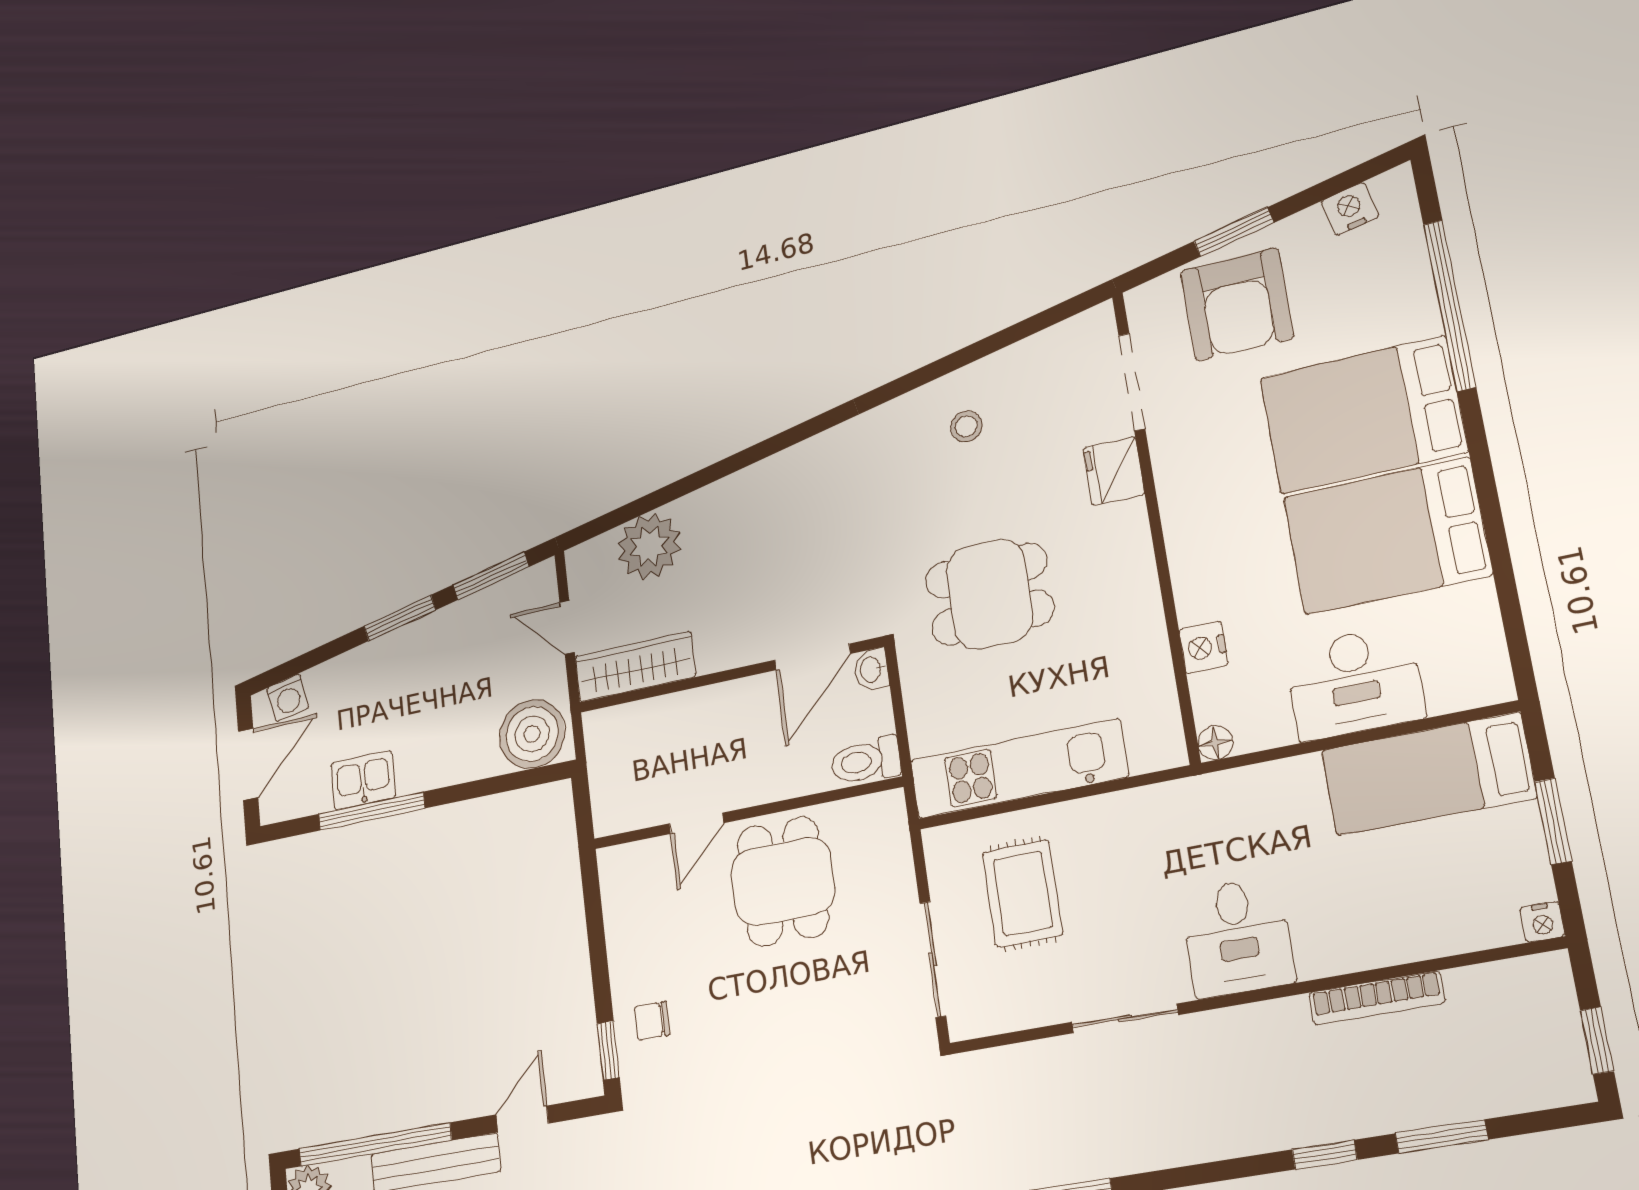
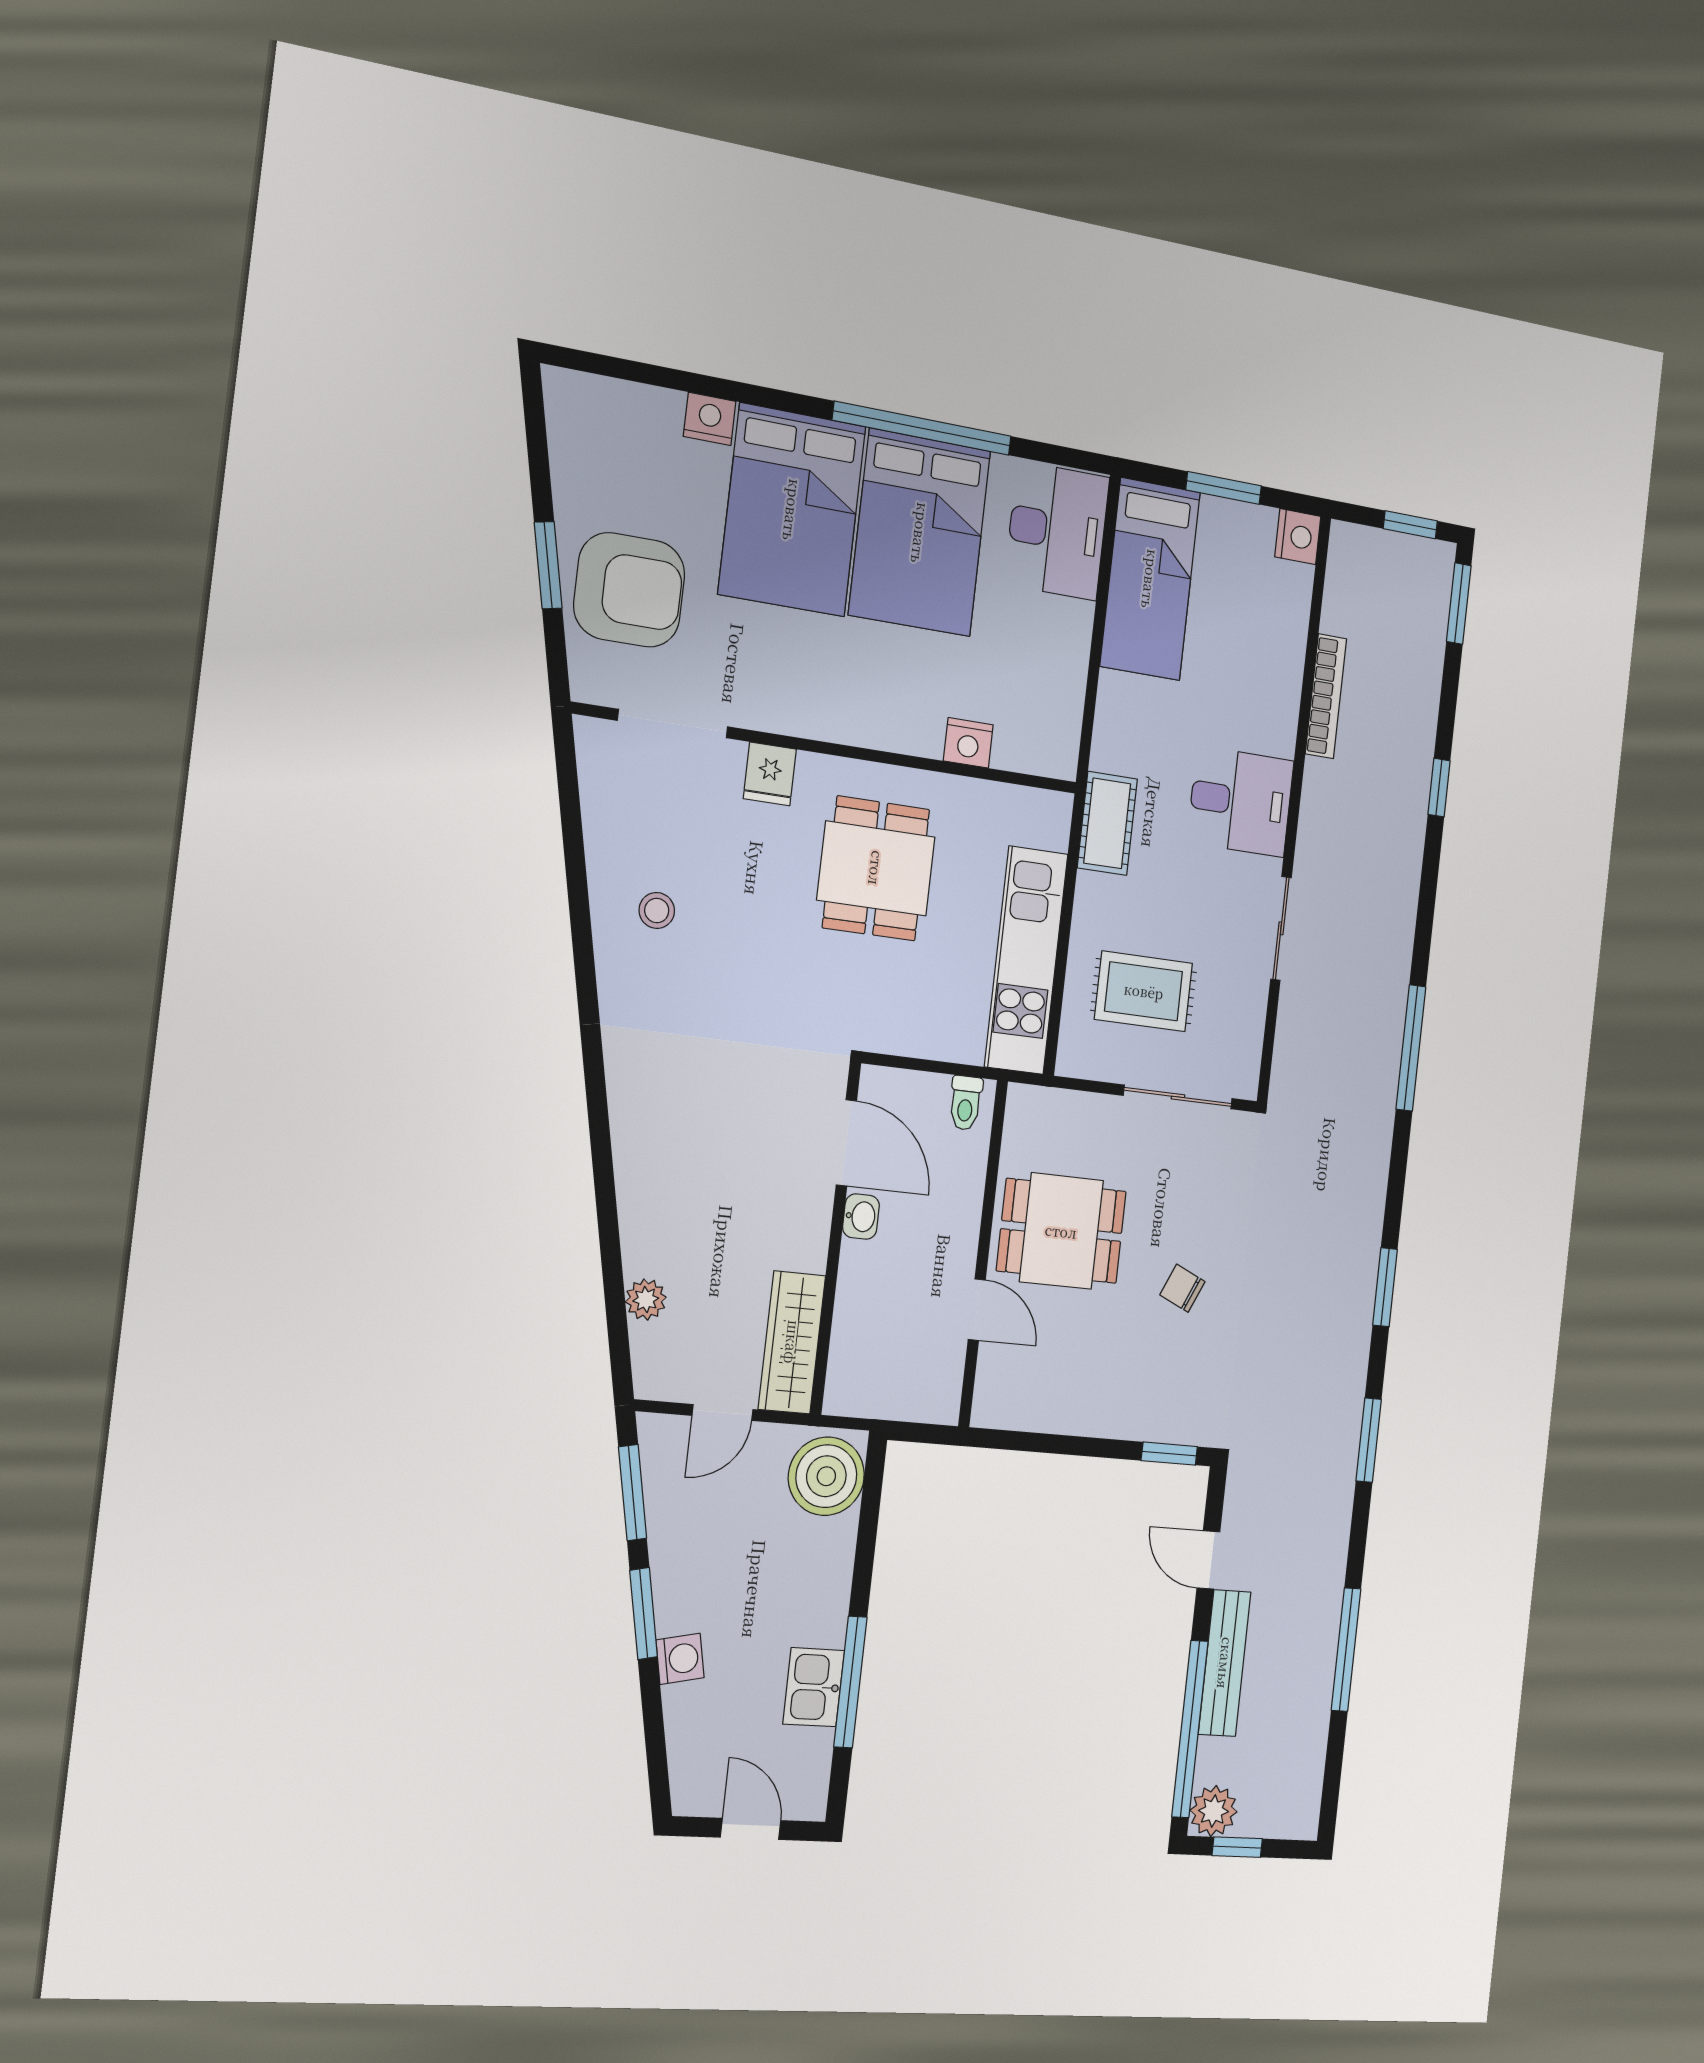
nightstand: (1350, 209) -> (710, 419), moved, turned 102
window: (1450, 305) -> (922, 428), moved
fridge: (1114, 471) -> (770, 774), width x0.72
plant: (649, 546) -> (646, 1300), width x0.53, depth x0.53
dining table: (990, 594) -> (876, 868), moved
washbasin: (871, 670) -> (861, 1217), moved, turned -90
desk: (1354, 683) -> (1057, 531), moved
washing machine: (288, 698) -> (680, 1659), moved
floor lamp: (1215, 743) -> (1061, 762), removed
toilet: (866, 761) -> (966, 1103), width x0.73, depth x0.72
door: (248, 764) -> (751, 1829), width x0.73
cot: (1171, 807) -> (1107, 823), added
nightstand: (1542, 922) -> (1298, 537), width x1.39, depth x1.35
chair: (652, 1021) -> (1182, 1288), moved, turned 114
window: (1442, 1136) -> (1459, 604), moved

